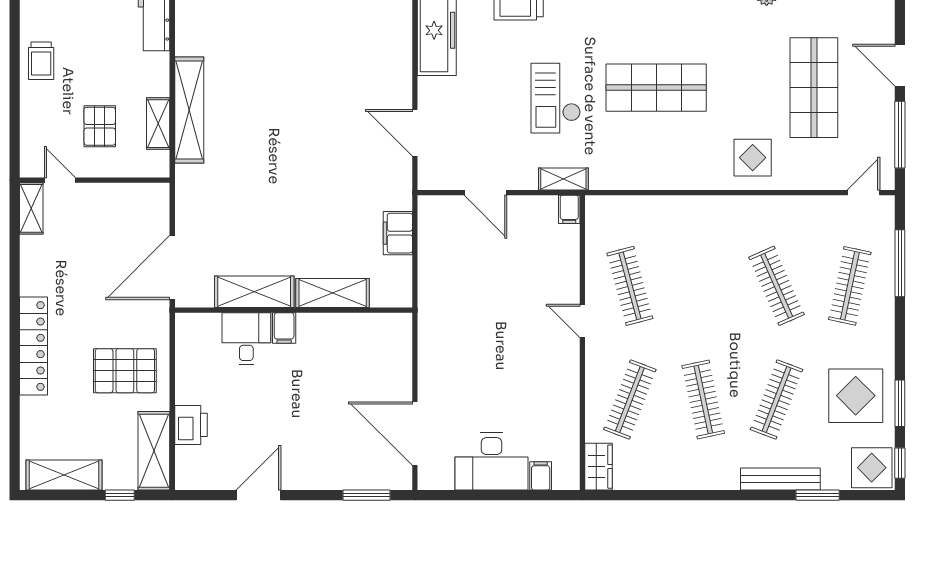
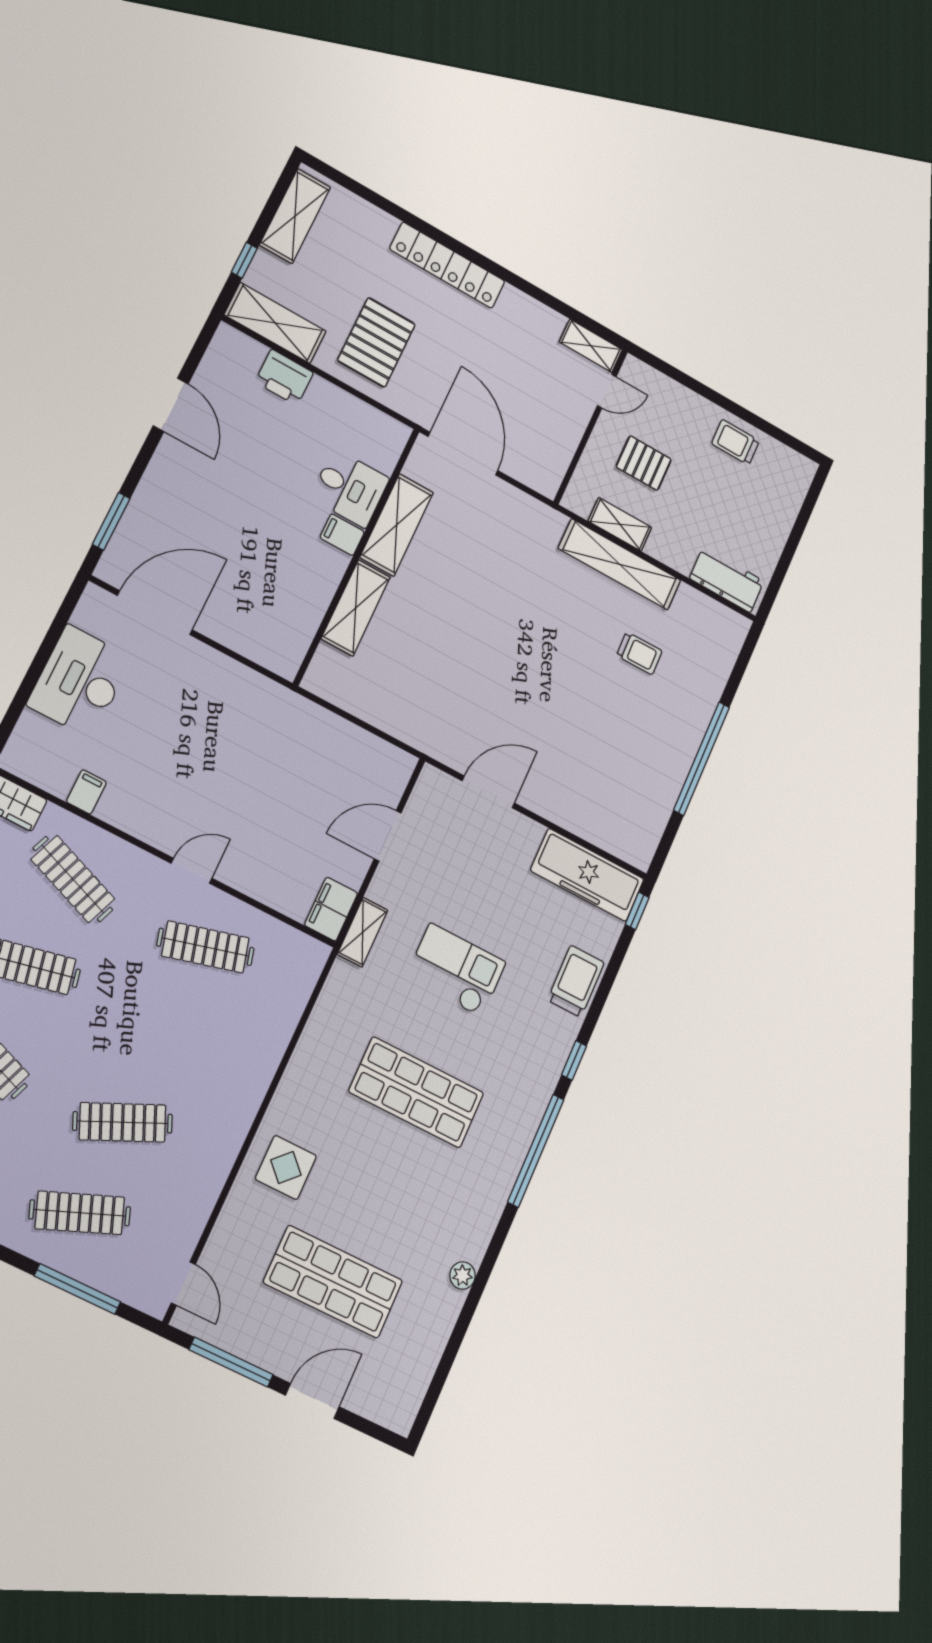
trolley: (249, 64) -> (639, 653), added
shop shelf: (656, 88) -> (416, 1092), turned 90
filing cabinet: (569, 209) -> (331, 909), width x2.00
filing cabinet: (398, 233) -> (388, 715), removed
clothes rail: (850, 286) -> (80, 1213), turned -33
filing cabinet: (541, 476) -> (86, 792), moved, turned -90

